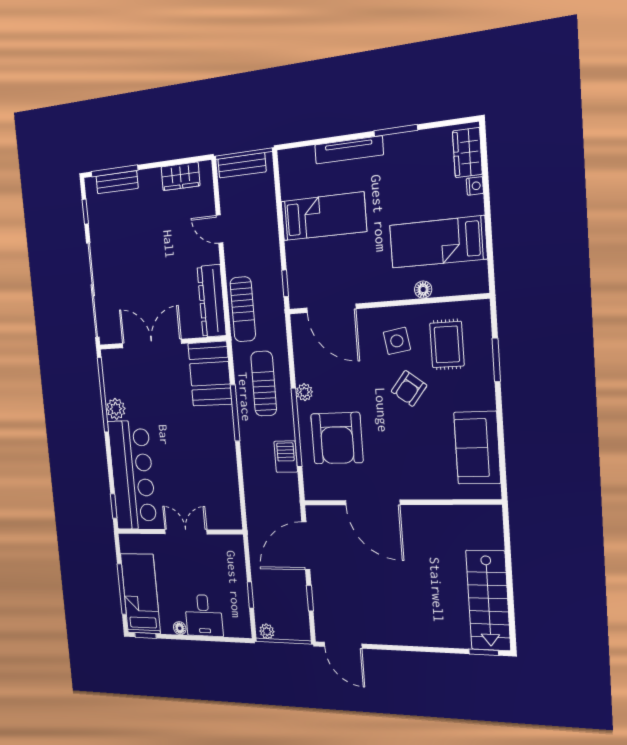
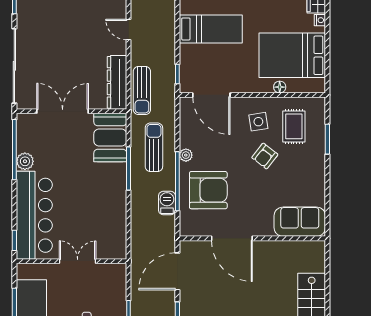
bed: (438, 242) -> (292, 55), width x1.50
armchair: (337, 438) -> (208, 190), turned -90
sofa: (477, 448) -> (300, 222), moved, turned 90

